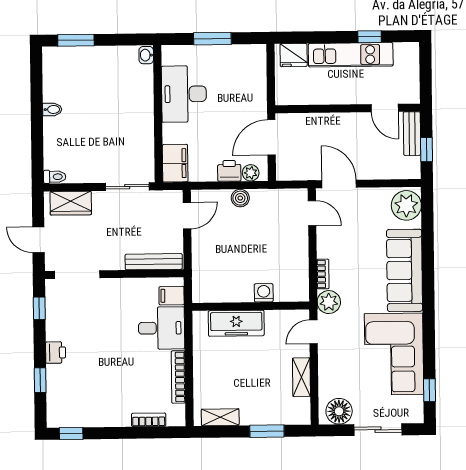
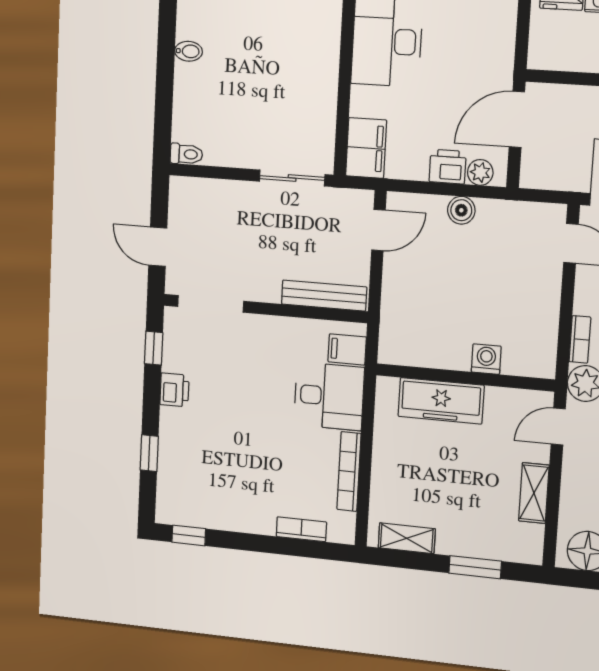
wardrobe: (71, 203) -> (207, 196), removed
printer: (56, 352) -> (174, 390), moved

